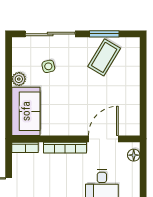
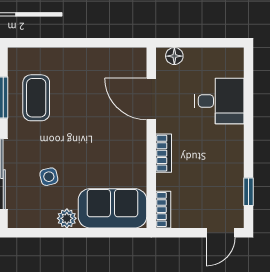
coffee table: (104, 57) -> (36, 98), turned 59
bookcase: (65, 148) -> (164, 153), width x0.64

